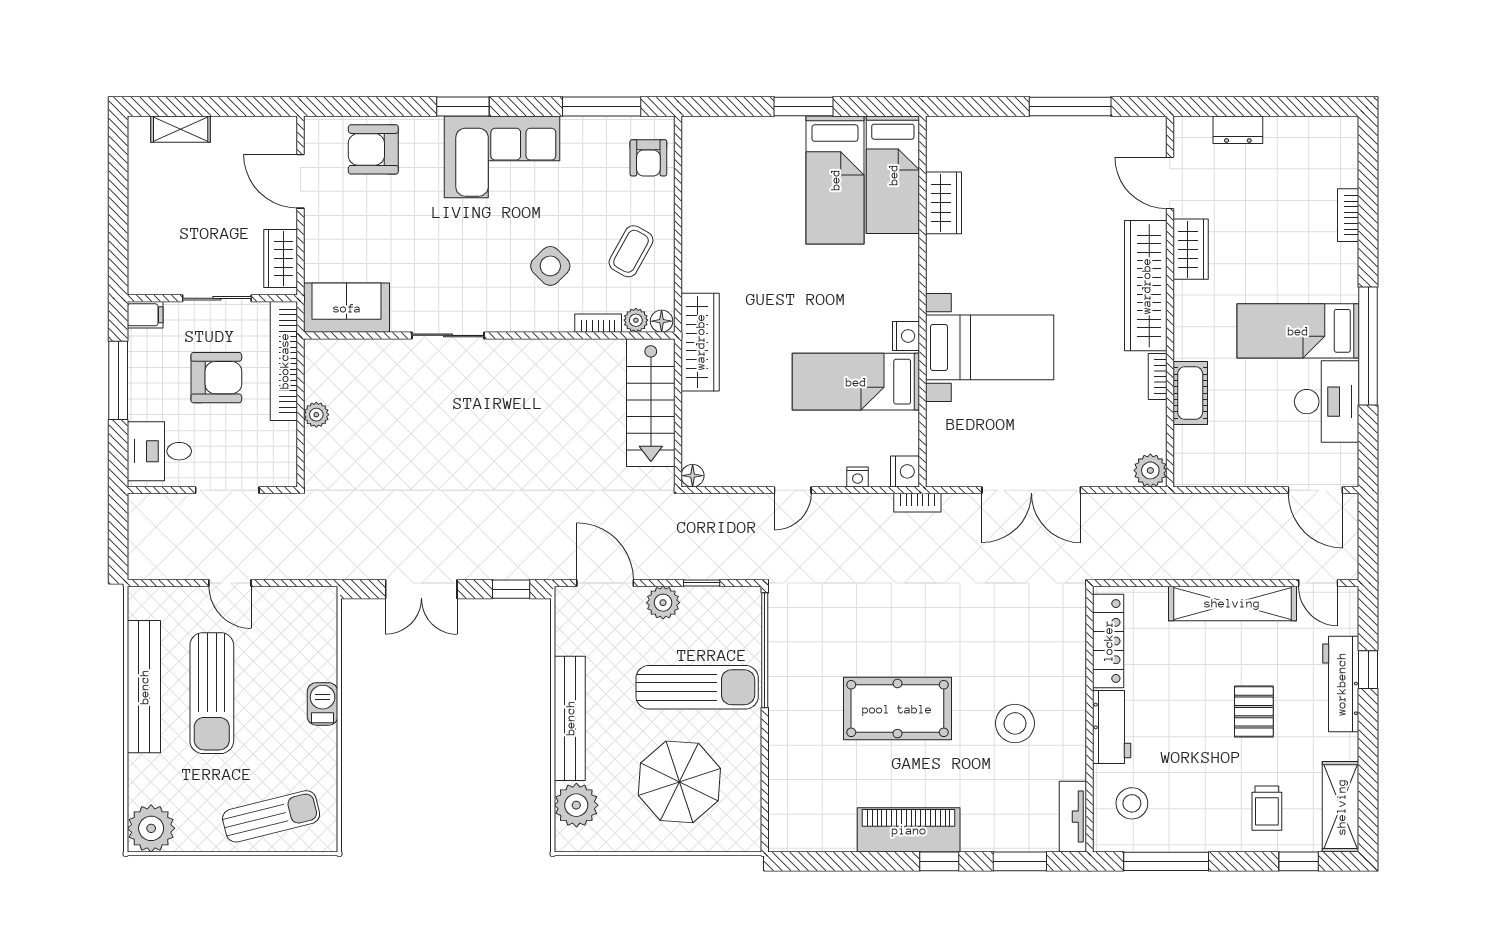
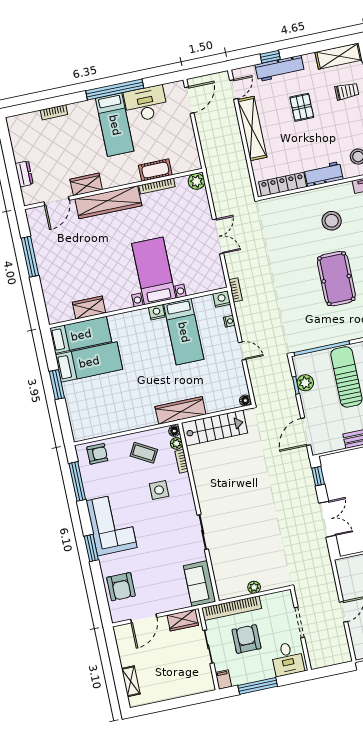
side table: (550, 266) -> (159, 490), turned 45
bookcase: (1158, 377) -> (157, 186), width x1.56
double door: (1031, 490) -> (218, 236), width x0.73
plant: (663, 603) -> (305, 383), moved
pallet: (1254, 712) -> (302, 107), turned 90

